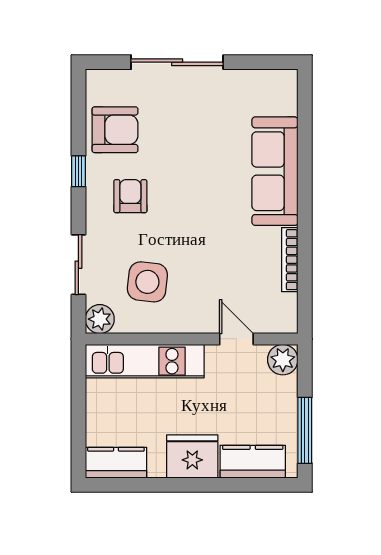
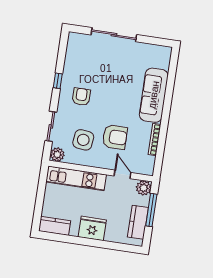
armchair: (115, 130) -> (115, 137), moved
window: (305, 430) -> (151, 210), moved
kitchen counter: (253, 462) -> (138, 222), moved, turned -90

